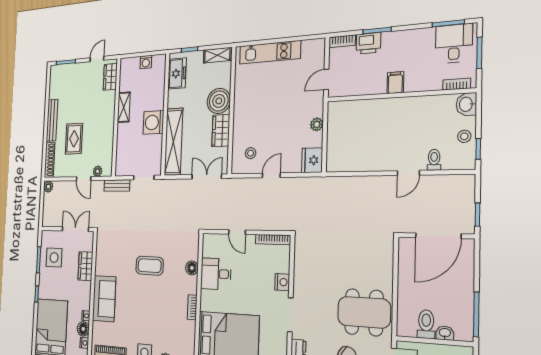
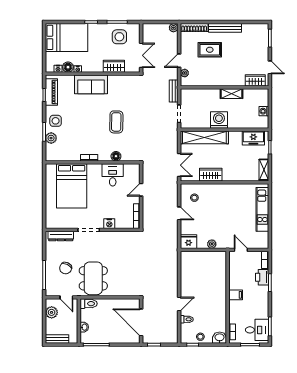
boiler: (219, 101) -> (231, 172), removed
door: (408, 173) -> (179, 304), swing flipped
toilet: (426, 324) -> (89, 304), moved

